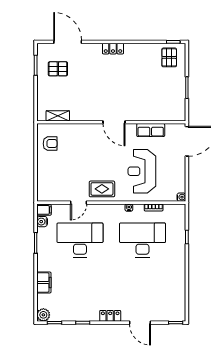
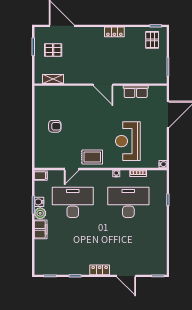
locker: (113, 49) -> (114, 32), moved
shelving: (58, 116) -> (53, 79), moved
wall: (111, 122) -> (101, 85), moved
door: (114, 122) -> (103, 85), moved
row of seats: (151, 130) -> (136, 92), moved
armchair: (50, 144) -> (55, 126), moved
water cooler: (42, 222) -> (39, 202), moved
filing cabinet: (44, 283) -> (41, 229), moved
plant: (43, 315) -> (40, 213), moved

